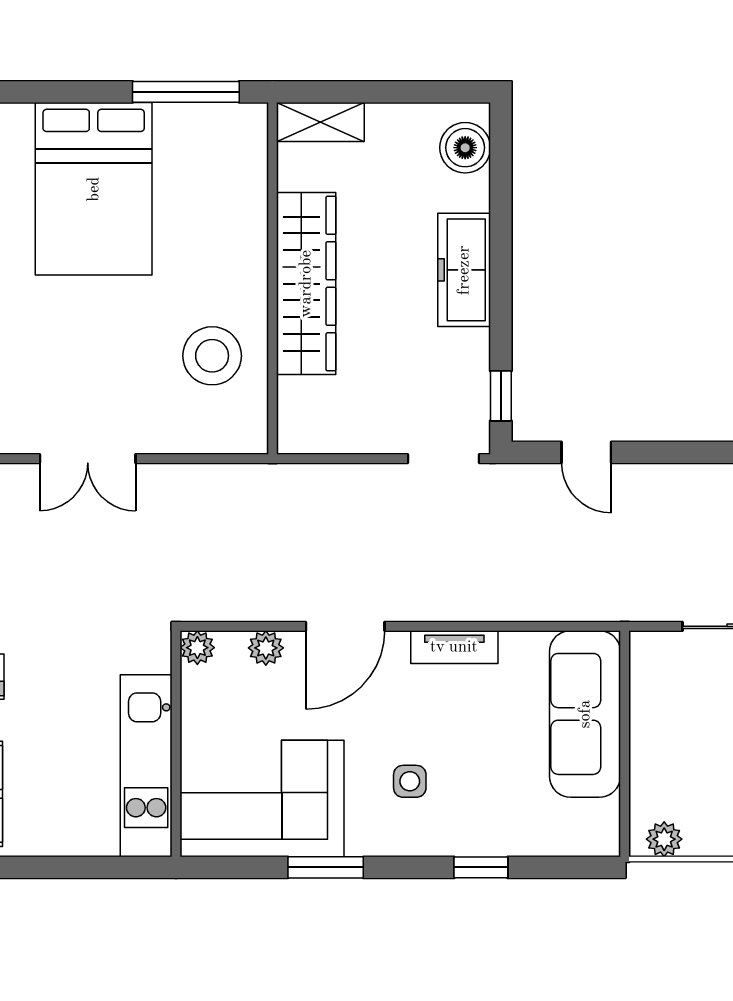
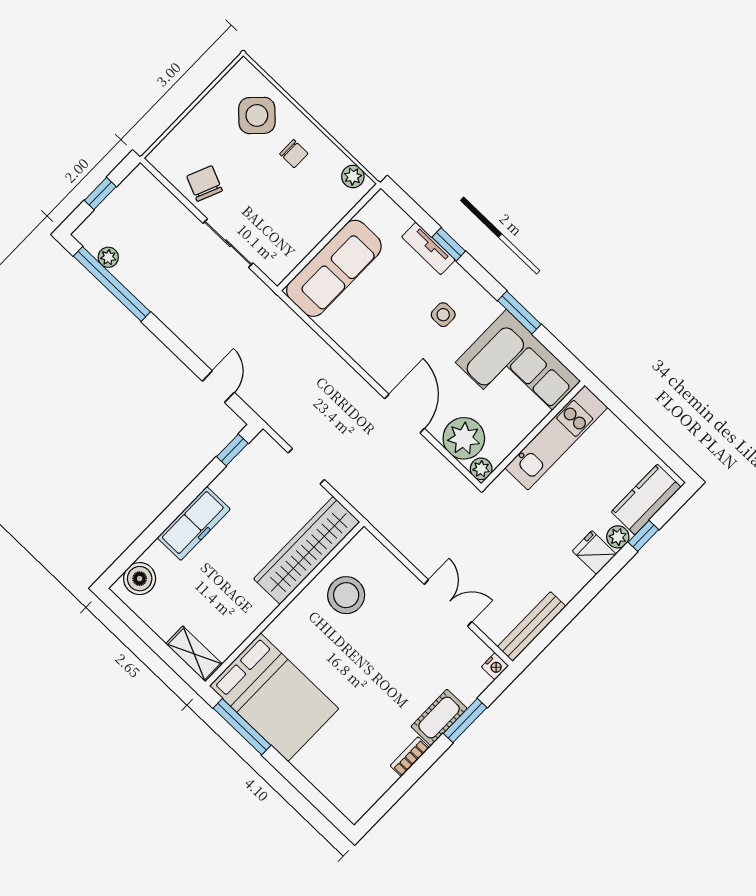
bed: (94, 189) -> (274, 697), moved, turned 90
wardrobe: (306, 284) -> (307, 550), moved
doorway: (443, 459) -> (306, 466), moved
door: (345, 626) -> (404, 414), hinge flipped
tv unit: (454, 647) -> (428, 248), moved, turned 180
plant: (266, 648) -> (464, 438), width x1.87, depth x1.87

